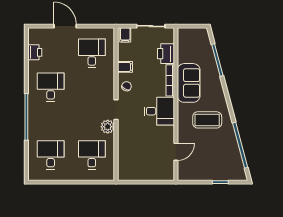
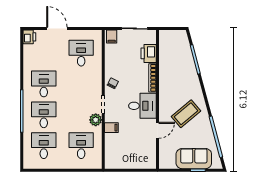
printer: (35, 52) -> (29, 37), moved
filing cabinet: (125, 67) -> (111, 128), moved
sofa: (189, 83) -> (194, 159), moved, turned -90
coffee table: (207, 120) -> (186, 114), turned -40
desk: (51, 121) -> (44, 115), added
door: (176, 152) -> (158, 130), moved

